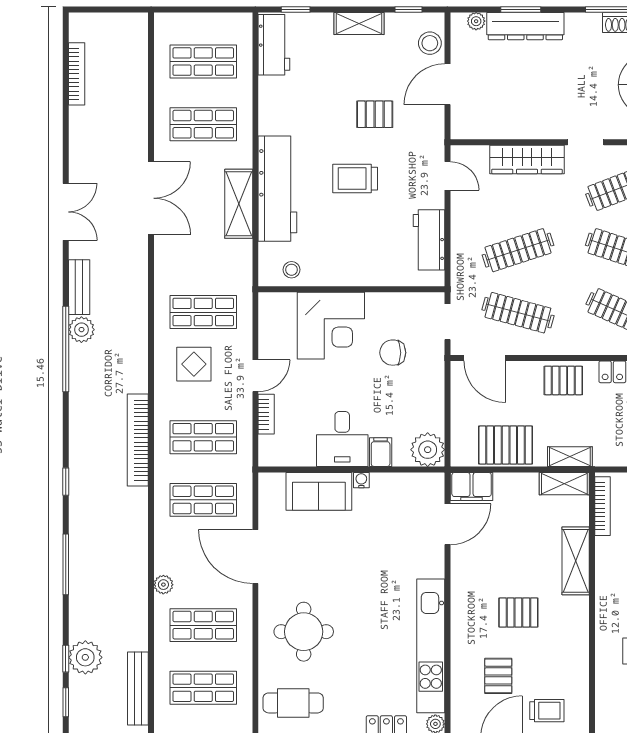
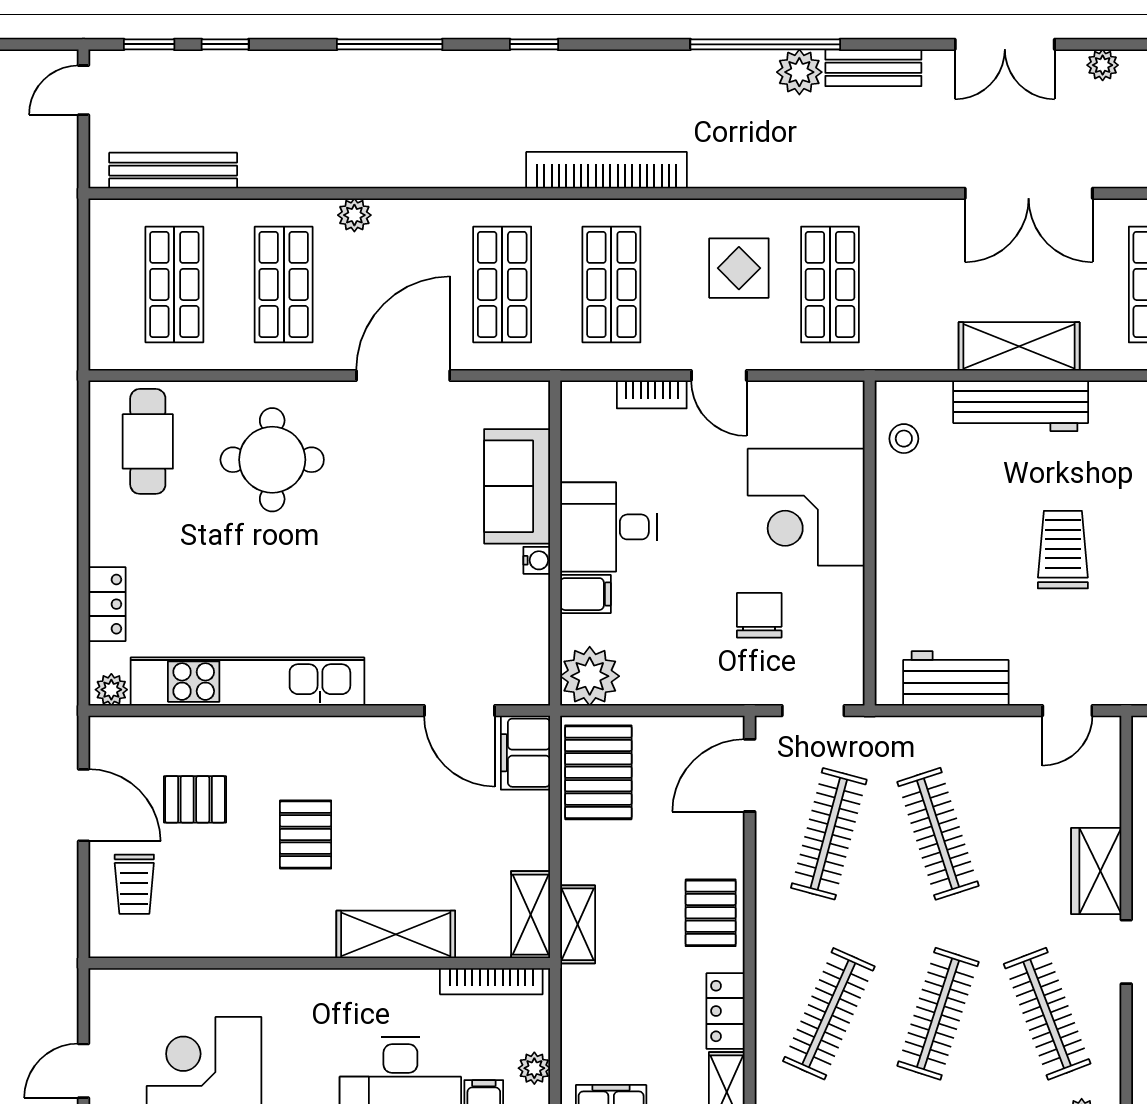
wardrobe: (527, 159) -> (1096, 871), width x0.67
workbench: (277, 189) -> (1021, 406), width x0.73, depth x0.76
pallet: (506, 445) -> (598, 772), moved
plant: (85, 657) -> (1103, 65), moved, width x0.53, depth x0.53

